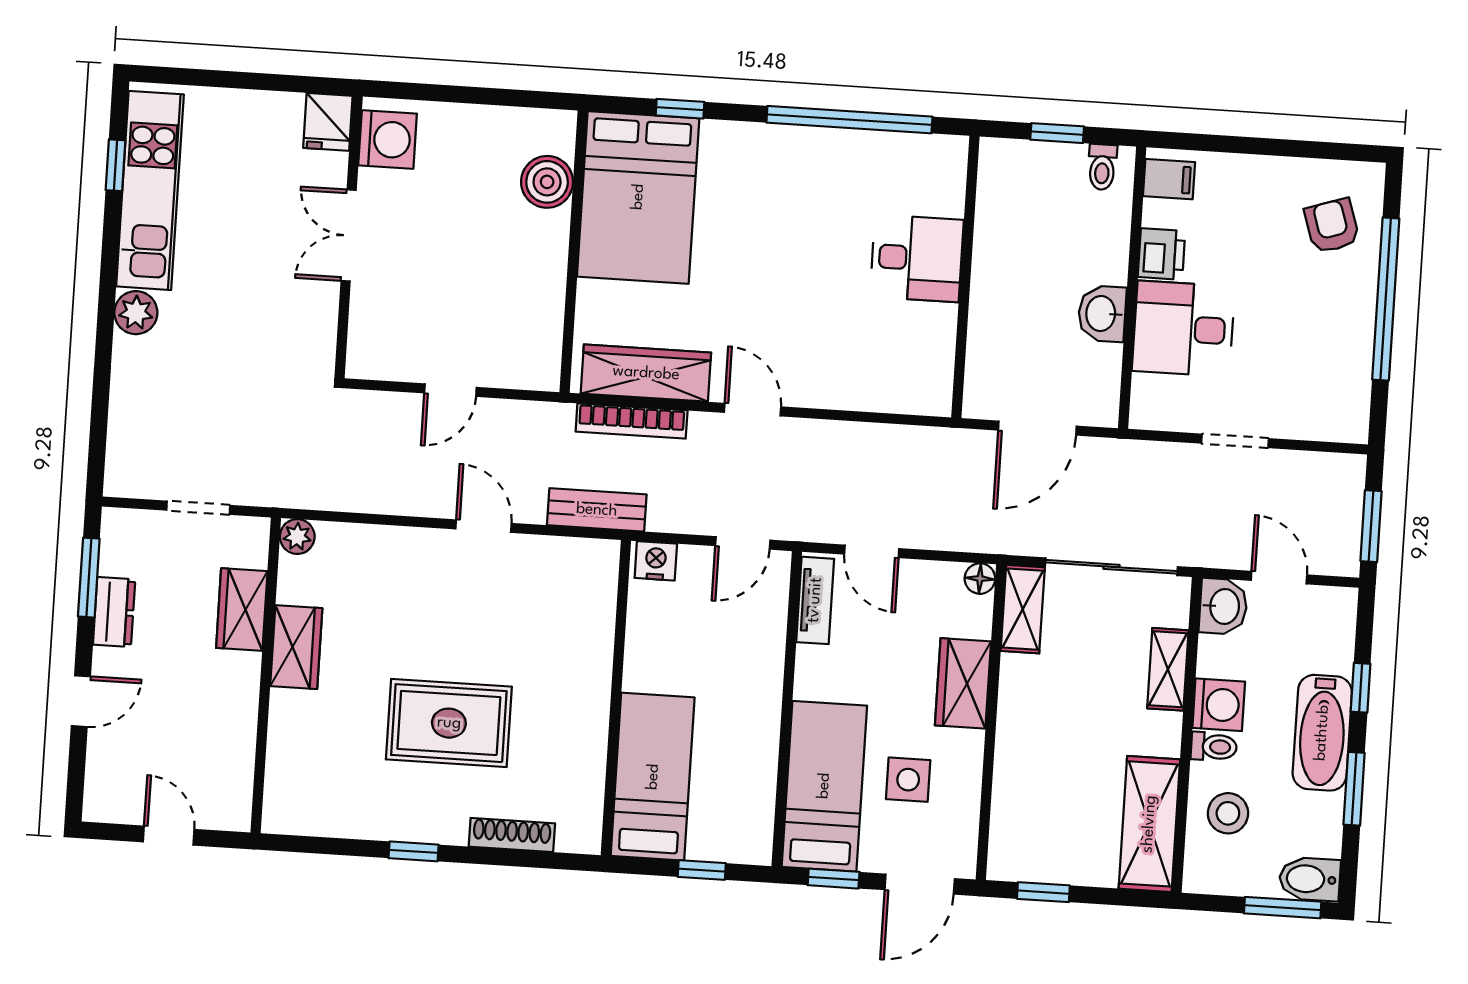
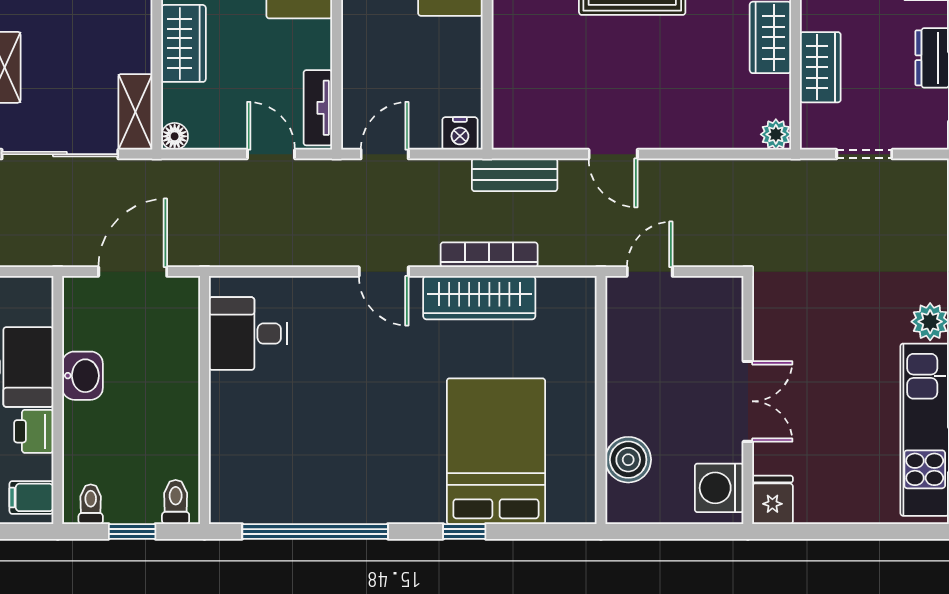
toilet: (1006, 163) -> (176, 502), added
boiler: (547, 182) -> (628, 460), moved
wall: (574, 252) -> (601, 400), moved
desk: (917, 258) -> (248, 334), moved

